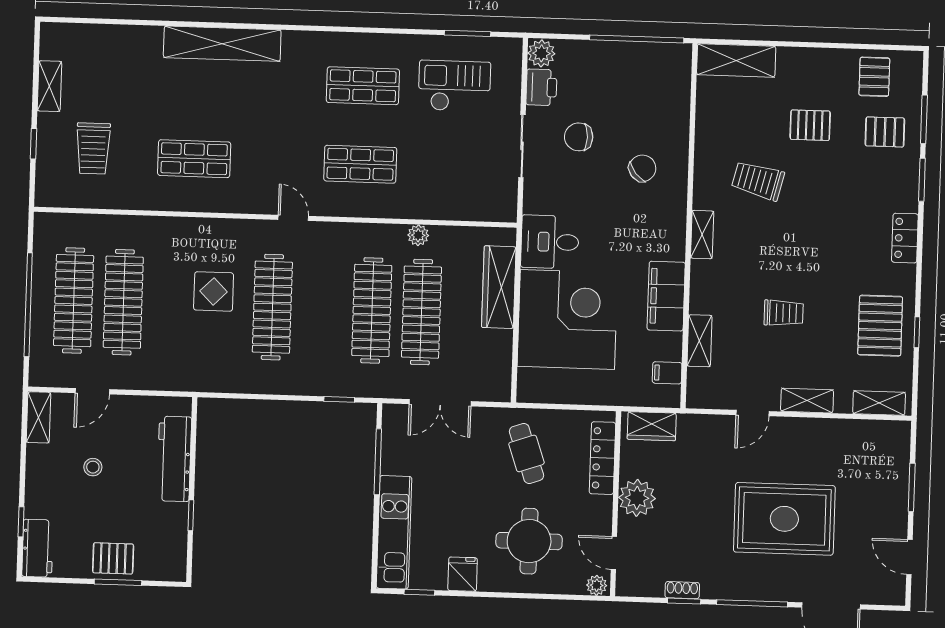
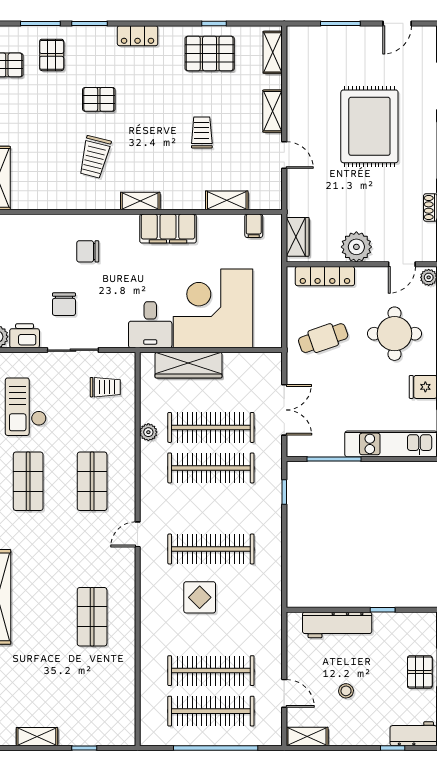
pallet: (810, 125) -> (99, 99), moved, turned 90
trolley: (93, 148) -> (105, 387), moved, width x0.73, depth x0.72
chair: (642, 168) -> (88, 251), turned -51
filing cabinet: (666, 296) -> (168, 229), moved

